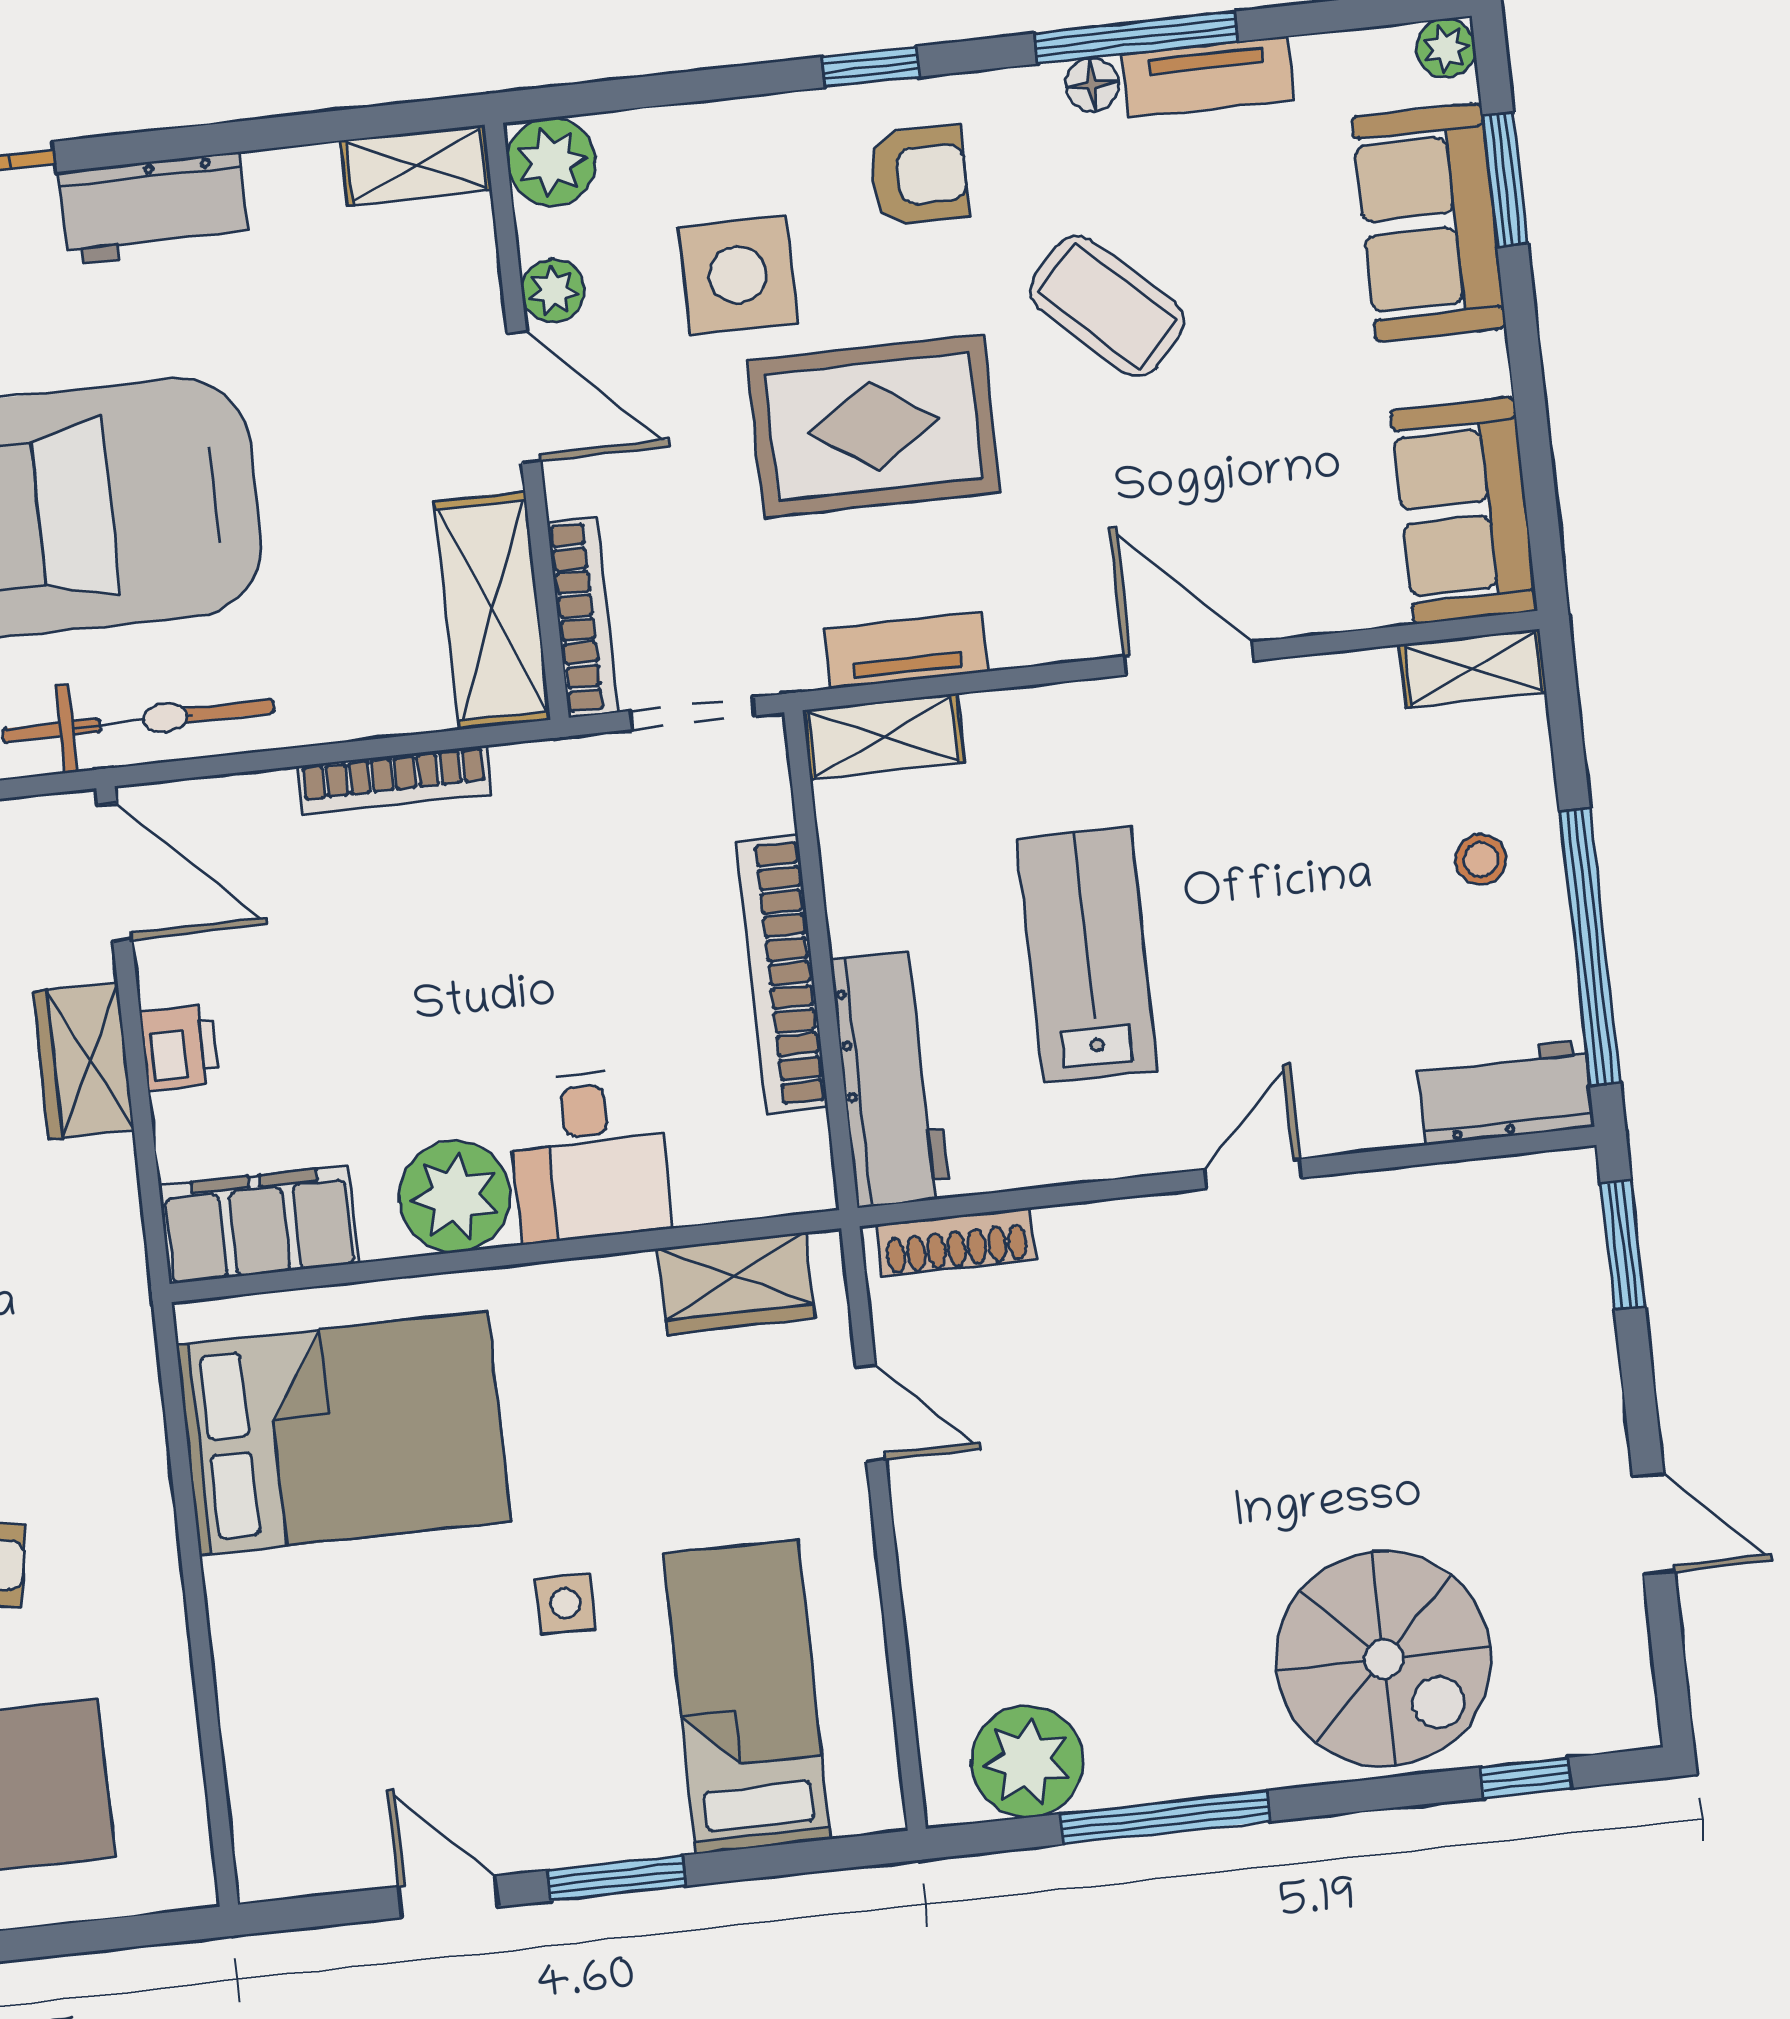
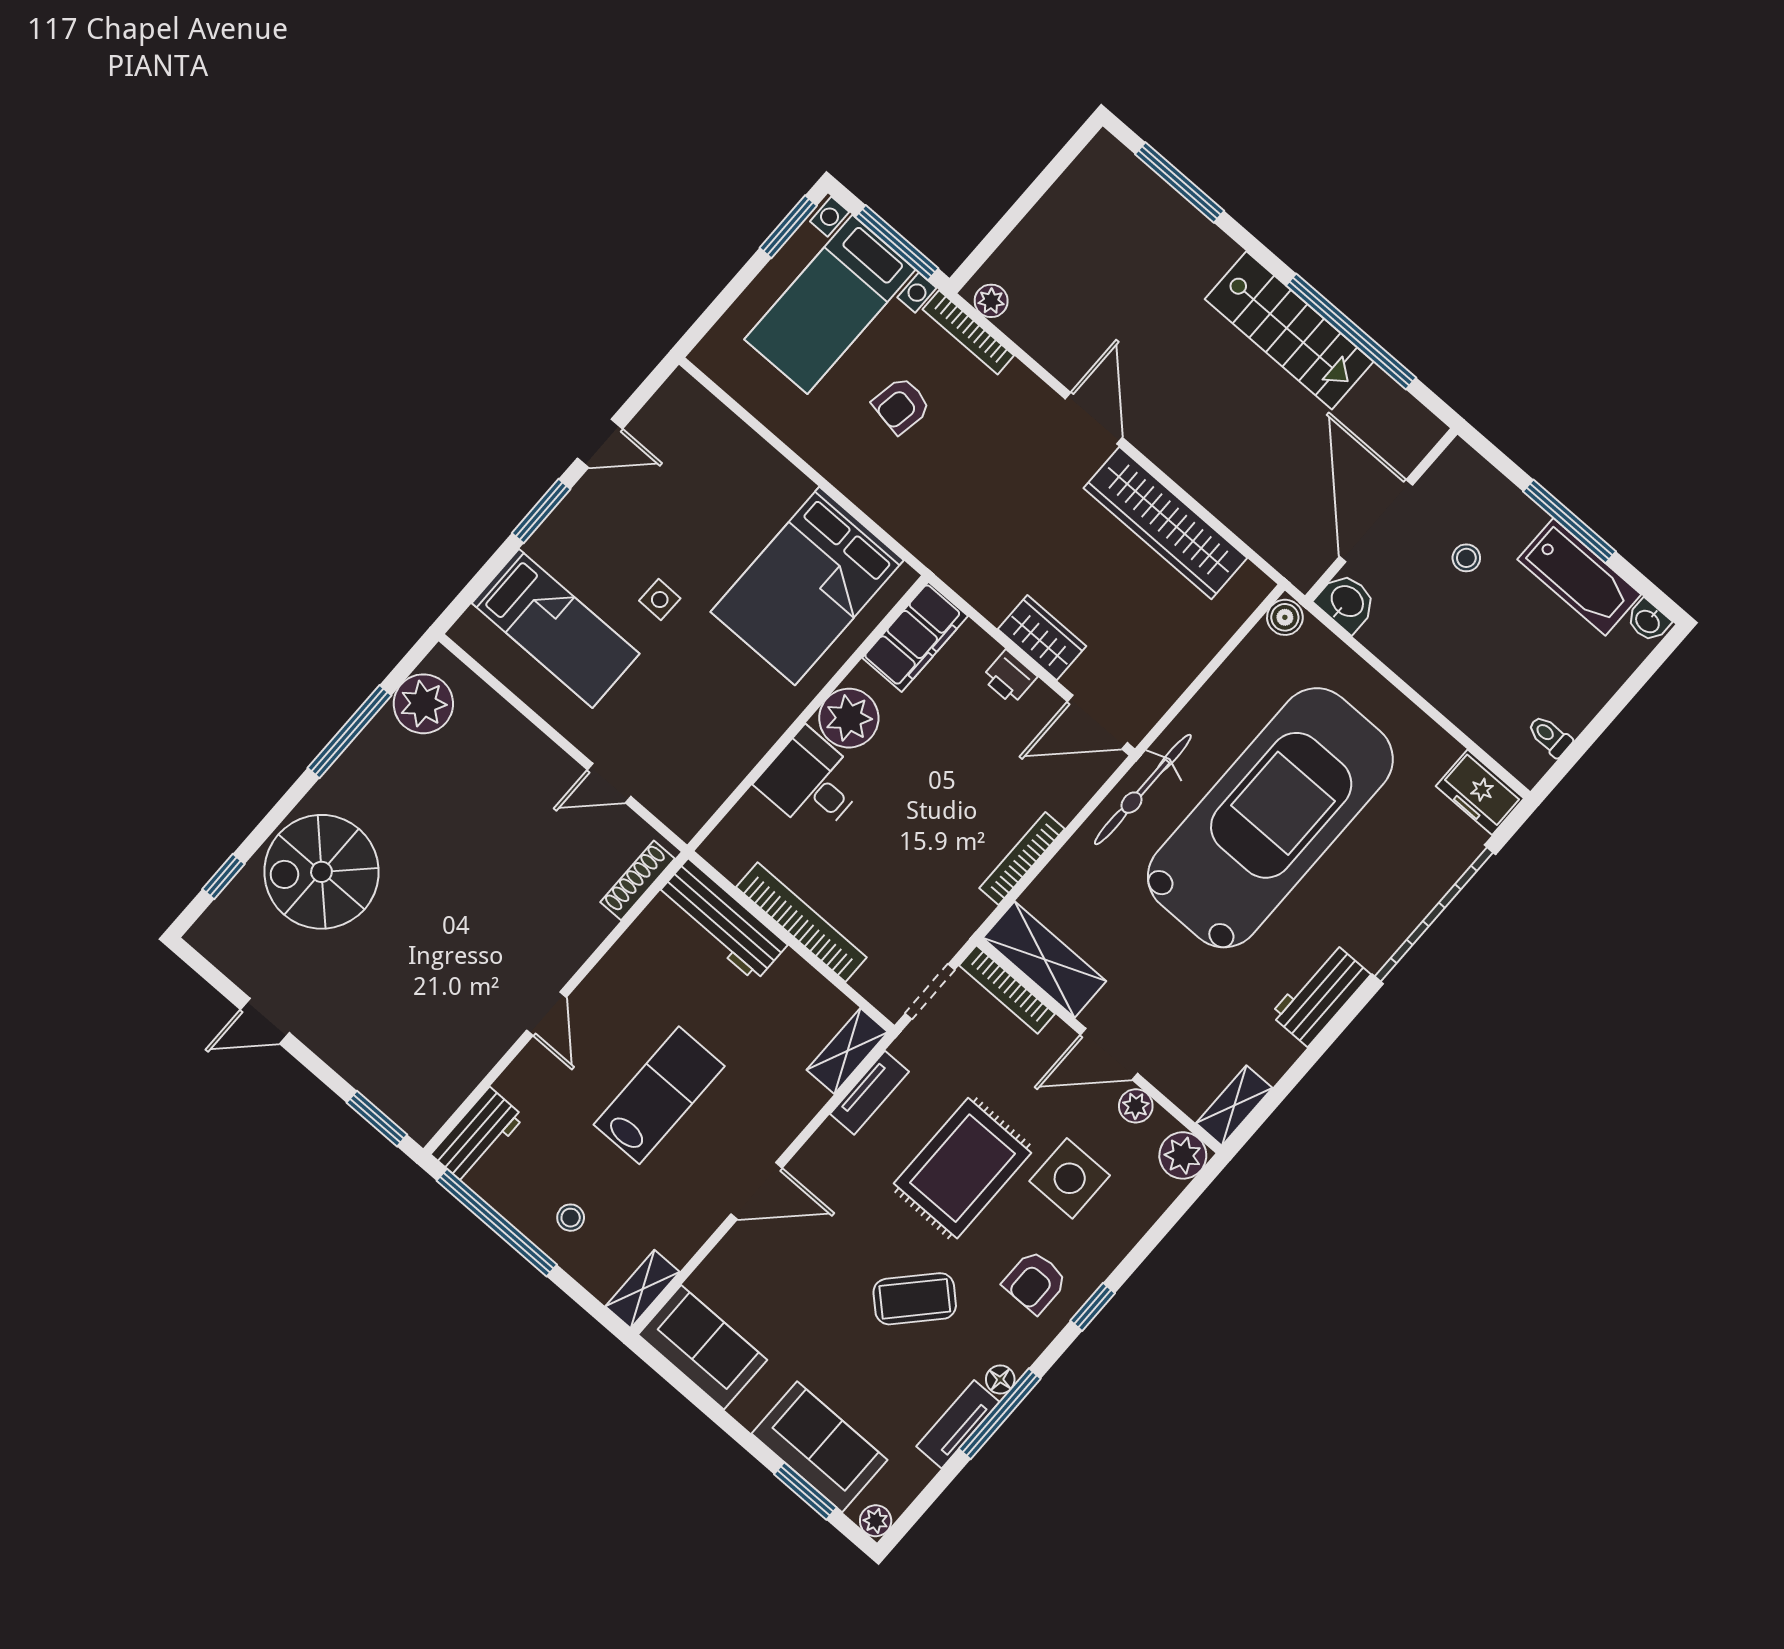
lab bench: (1087, 955) -> (659, 1095), moved, turned -90
wardrobe: (736, 1283) -> (708, 785), removed

